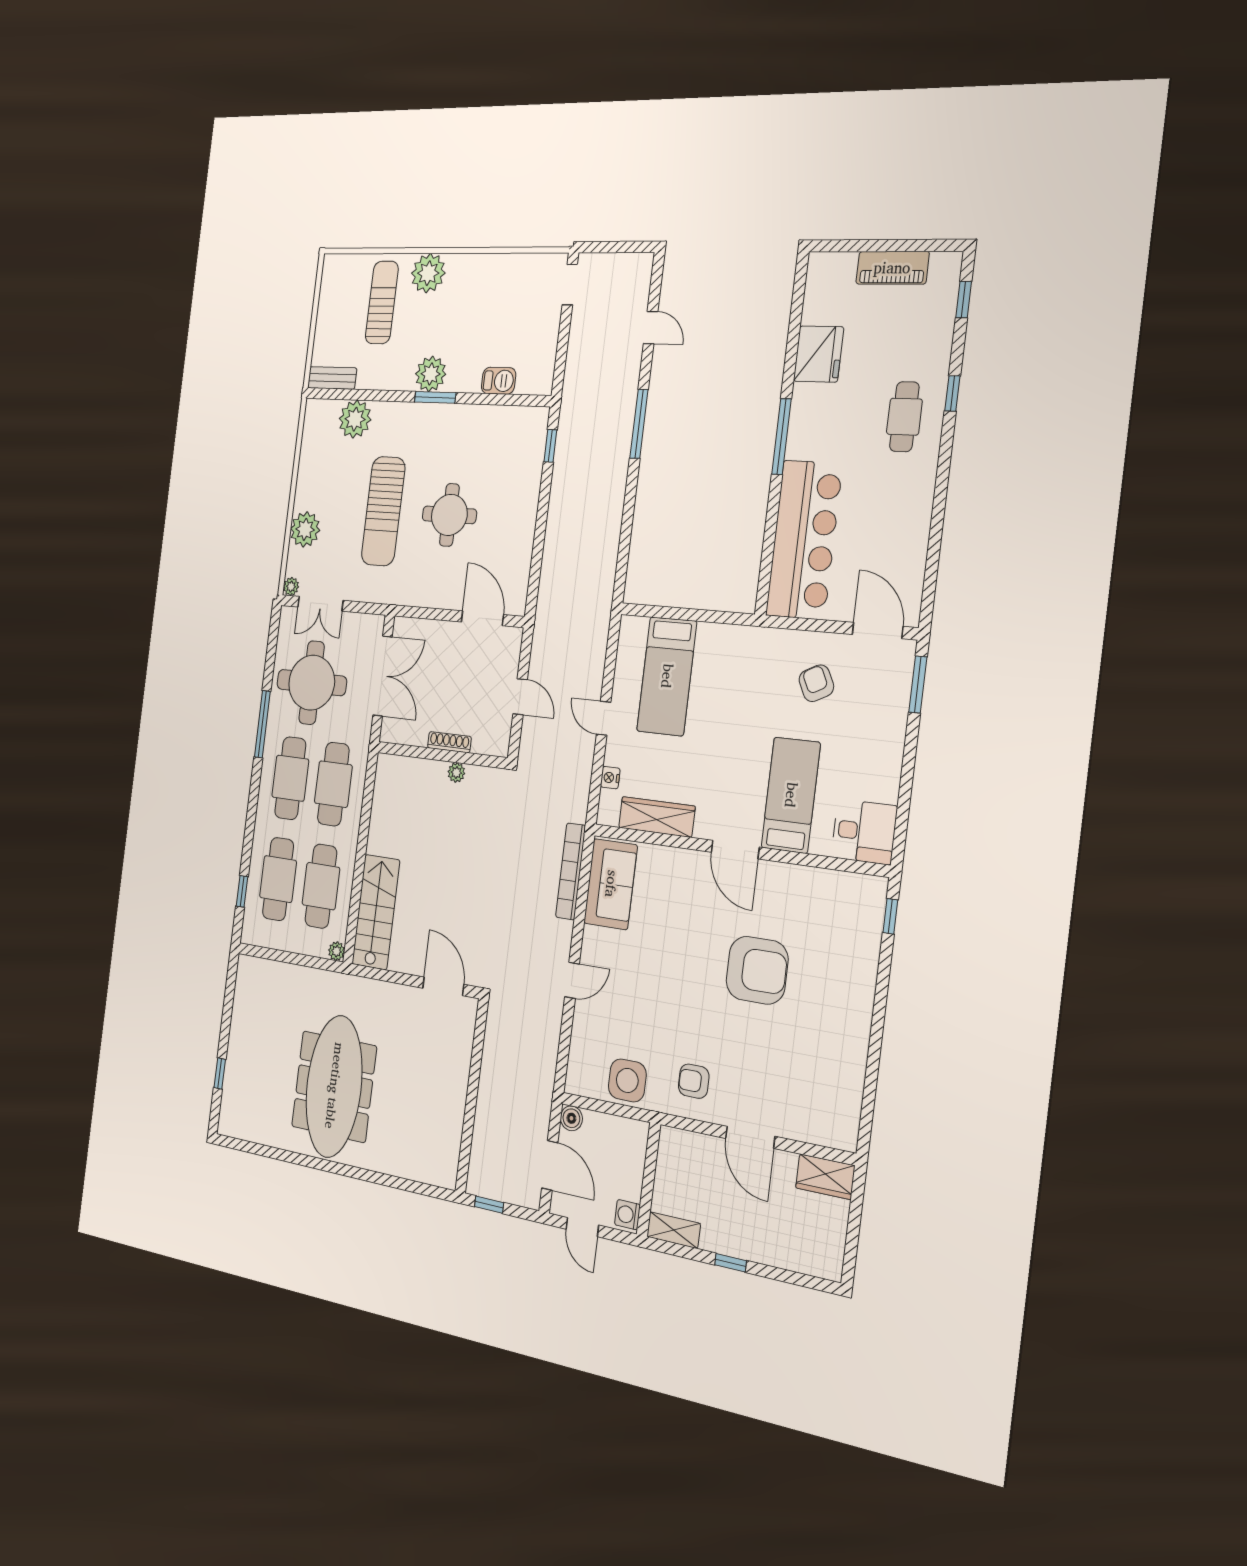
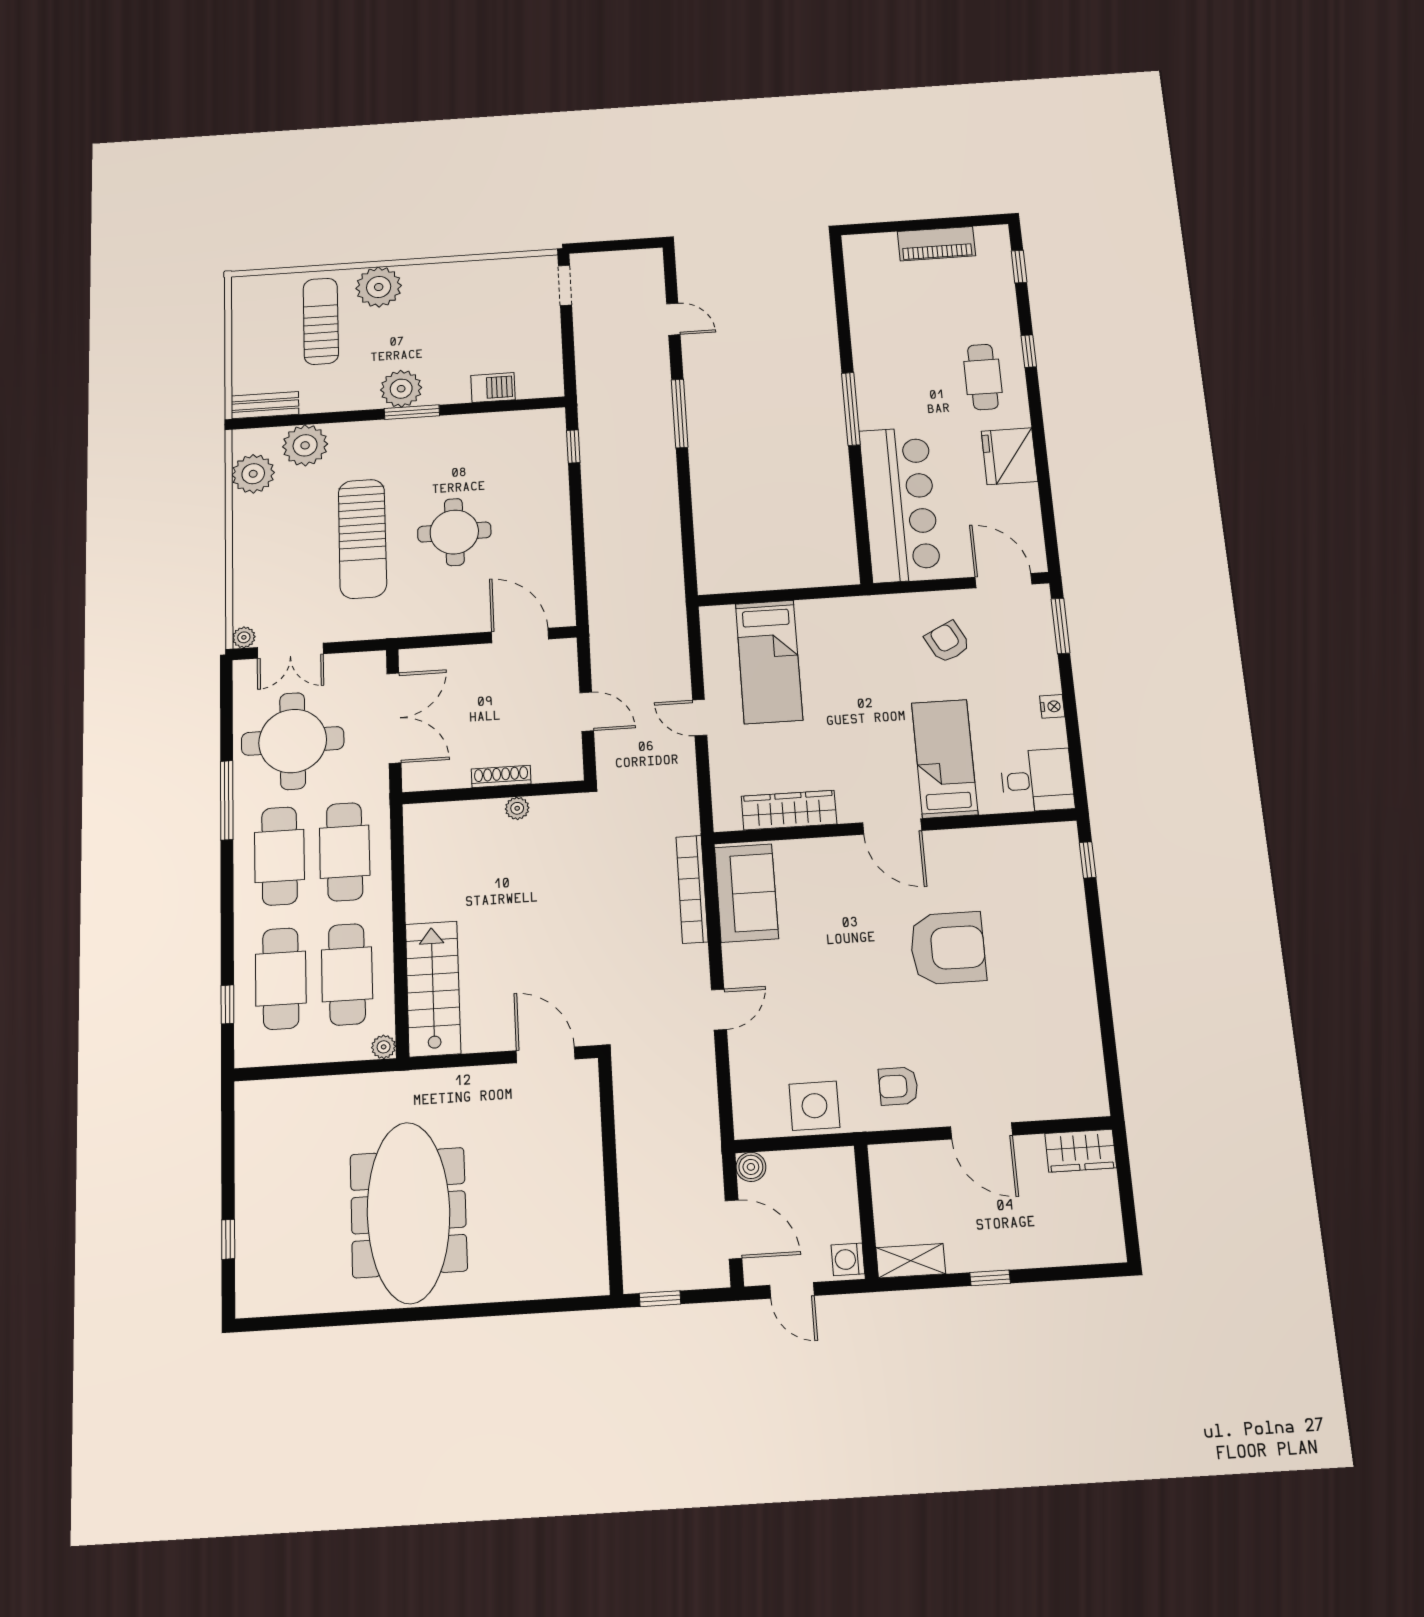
fridge: (818, 354) -> (1009, 456), moved, turned 180
plant: (305, 529) -> (253, 474), moved
nightstand: (610, 778) -> (1052, 706), moved, turned 180

